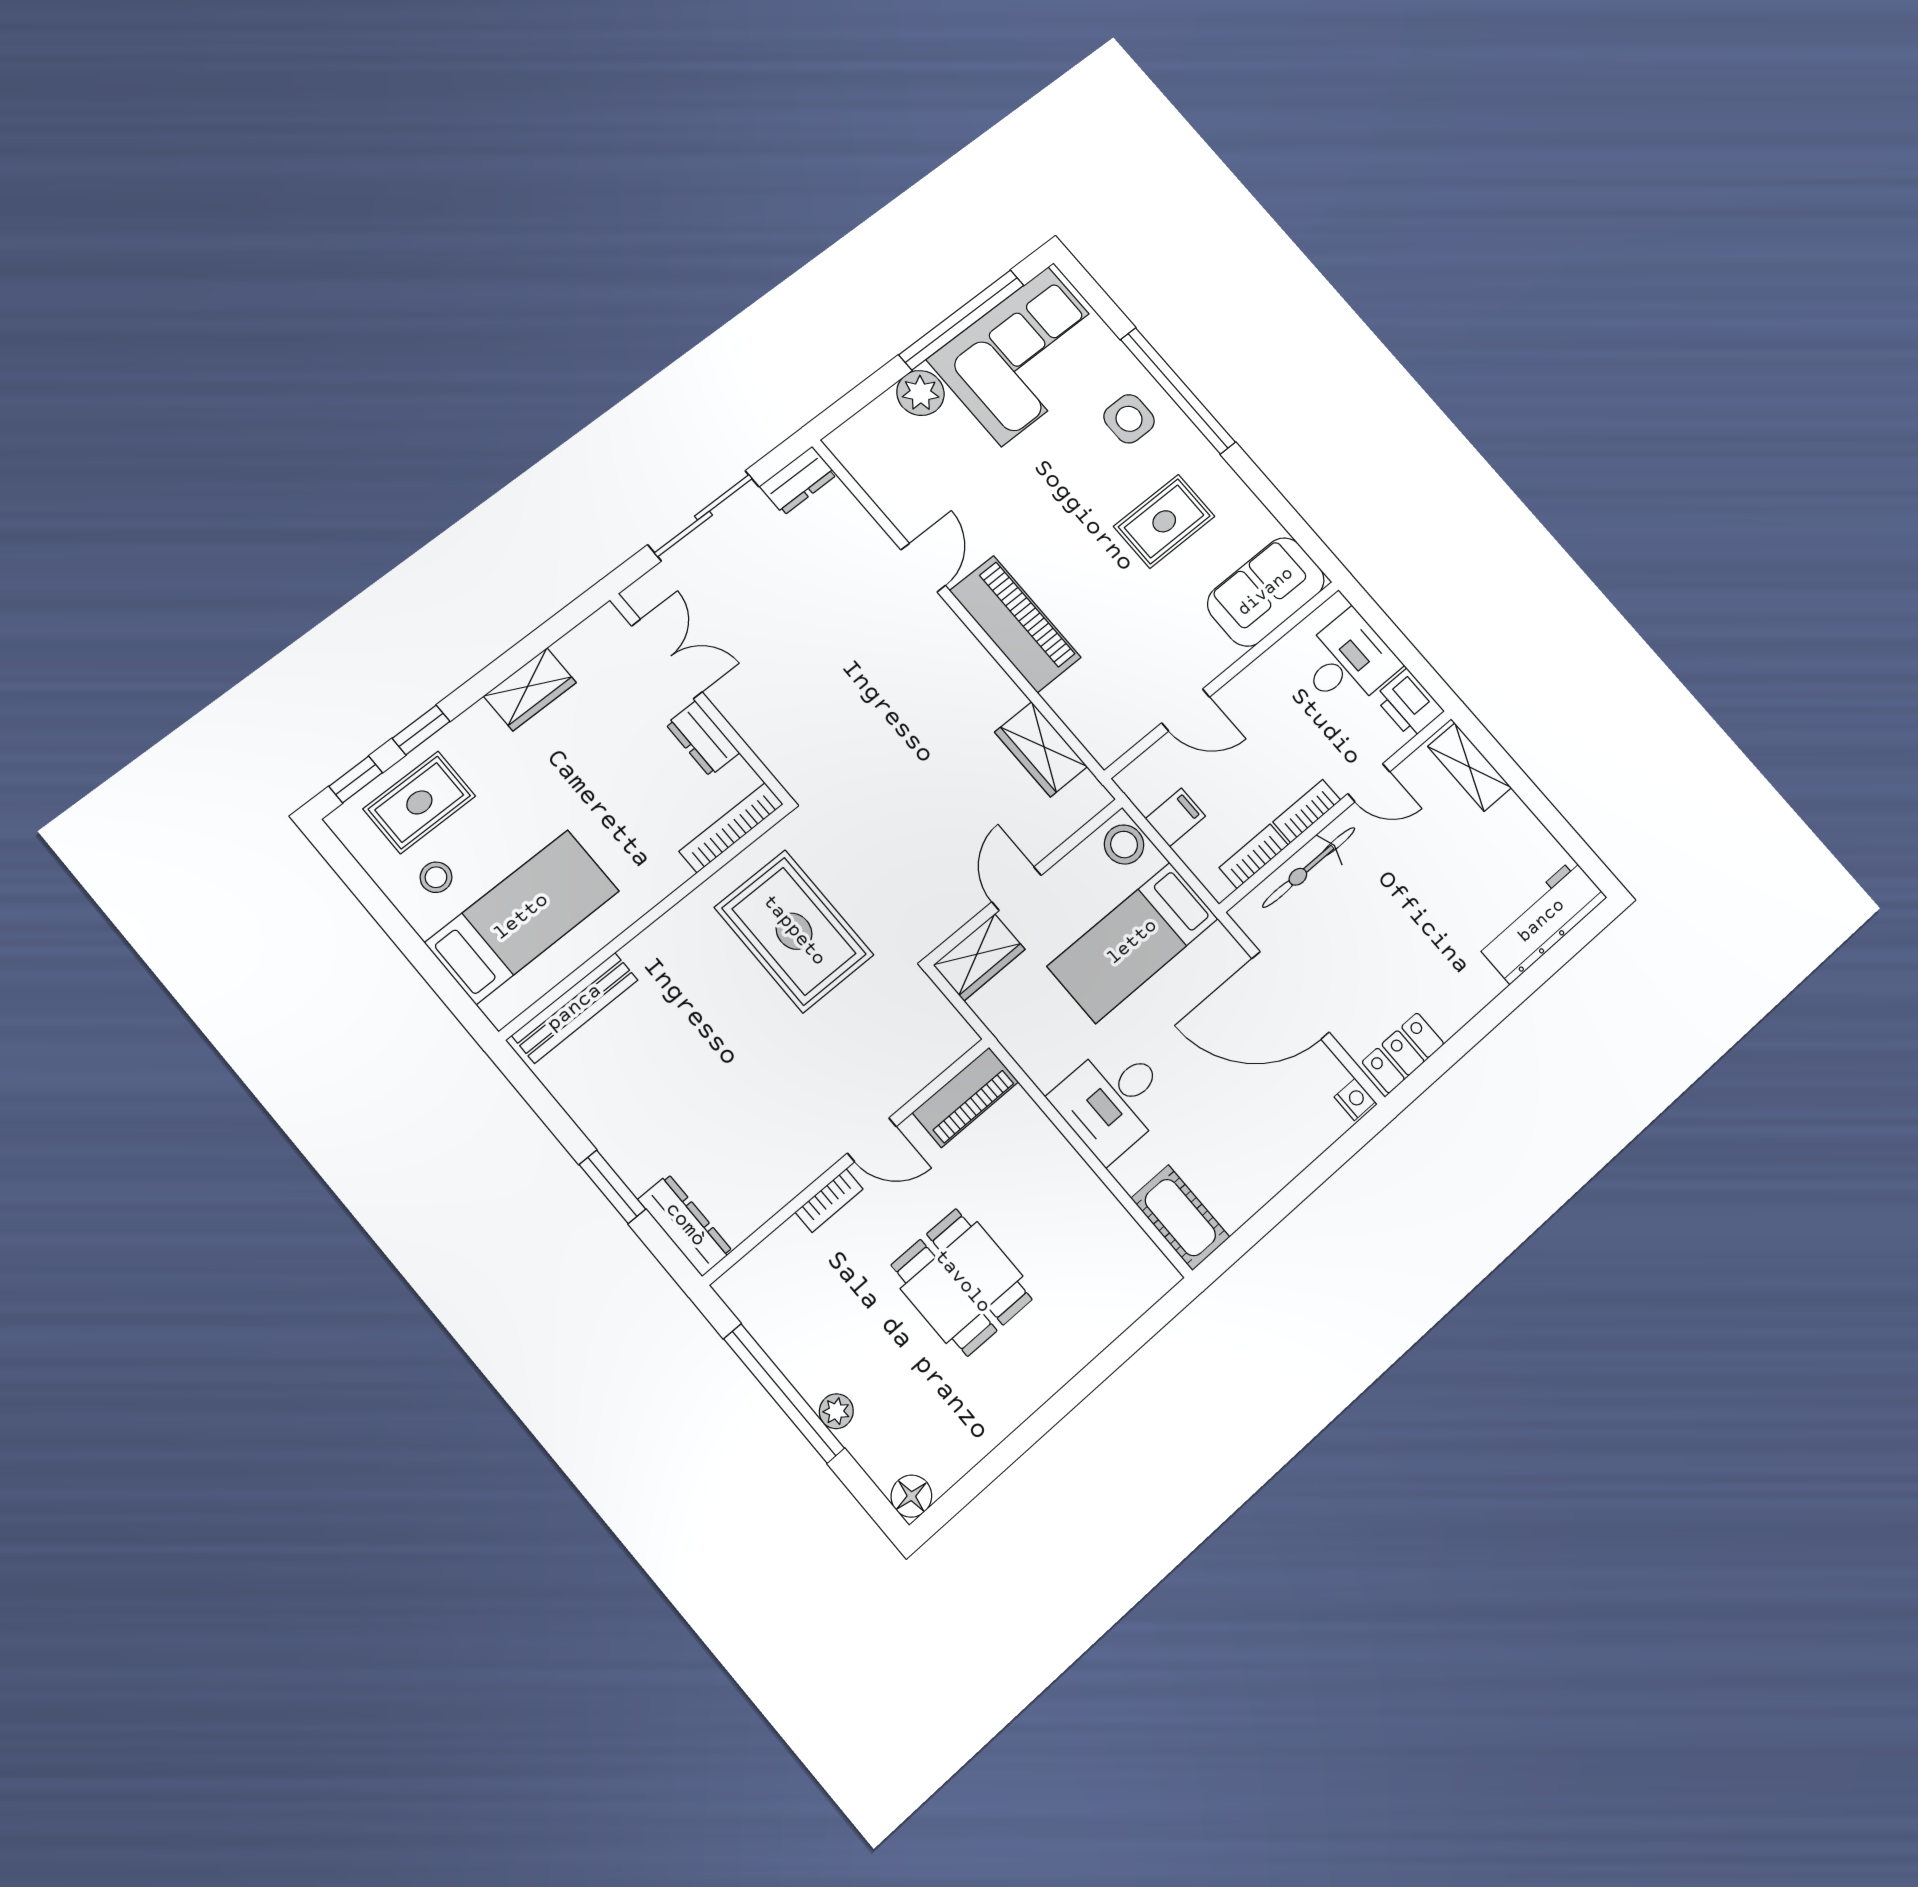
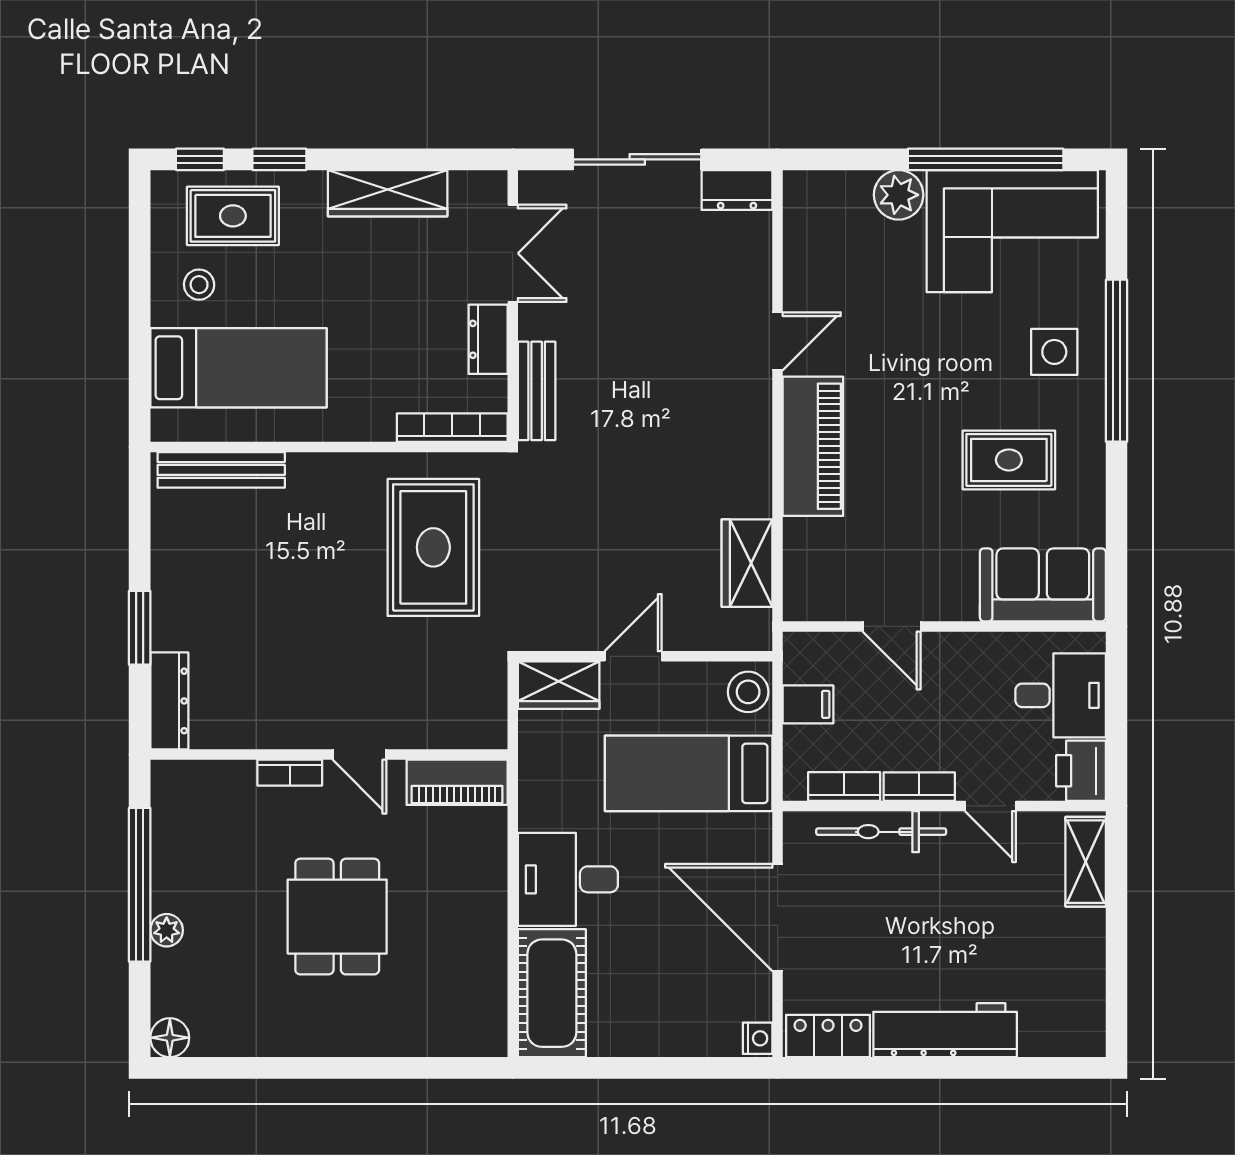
wardrobe: (530, 689) -> (388, 193), width x1.50
bench: (773, 748) -> (537, 391), added
workbench: (1542, 921) -> (945, 1030), moved
cot: (1180, 1218) -> (552, 993), width x1.37, depth x1.34

